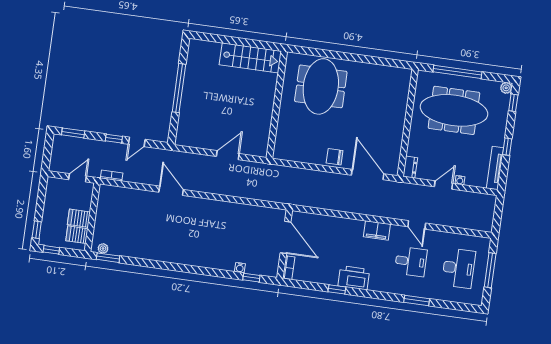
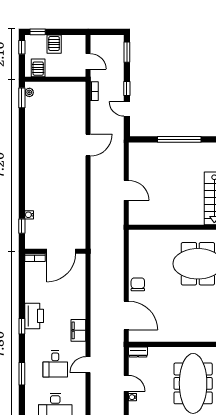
door: (368, 175) -> (126, 316), hinge flipped
server rack: (79, 218) -> (54, 44), moved, turned 180
window: (337, 289) -> (22, 326), moved

